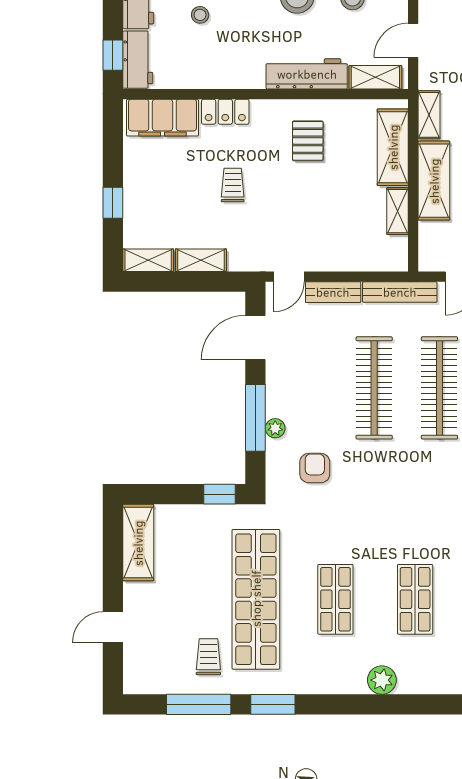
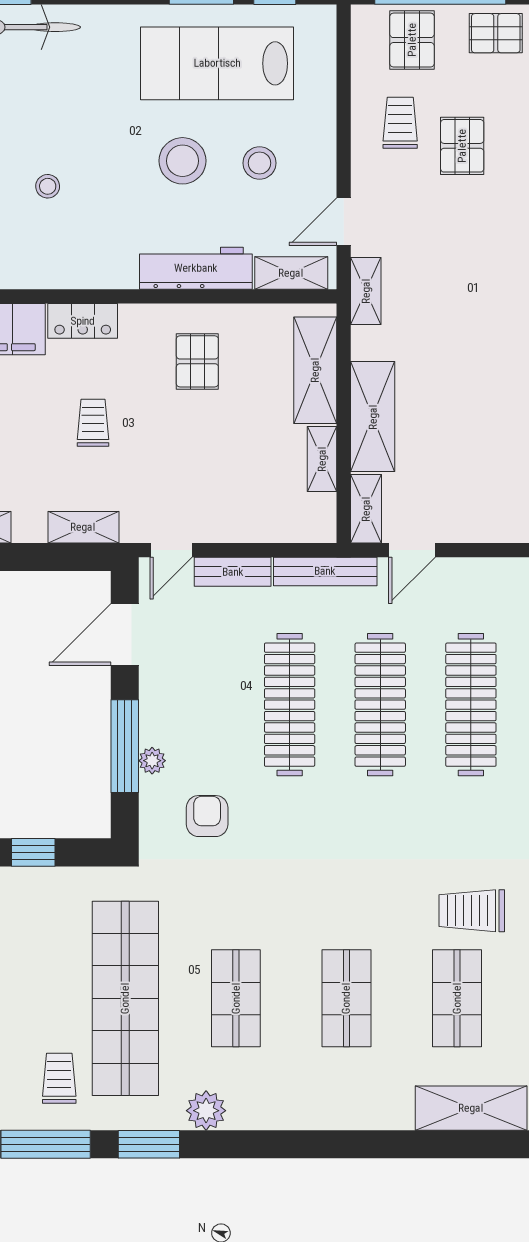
shelving: (429, 115) -> (366, 291), moved
shelving: (429, 247) -> (366, 509), added
shelving: (201, 260) -> (83, 527), moved
window: (219, 494) -> (33, 852), moved
plant: (382, 680) -> (206, 1111), moved

